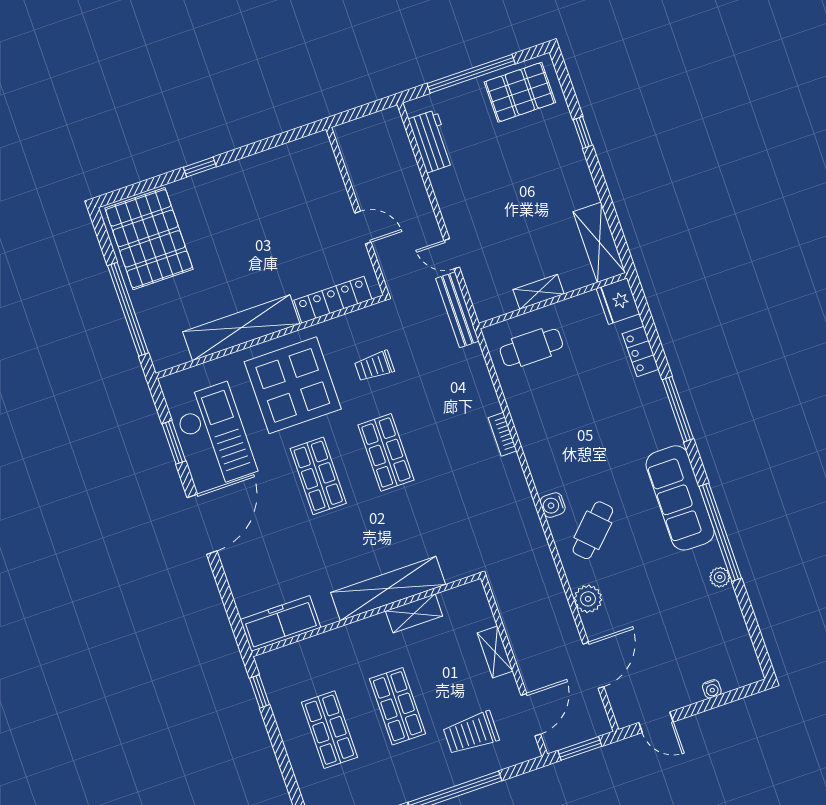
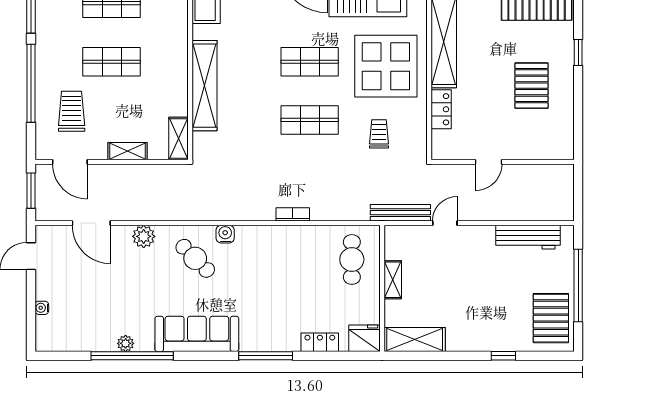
workbench: (431, 141) -> (528, 237), width x1.37
pallet: (257, 208) -> (531, 86), added
locker: (333, 300) -> (441, 109), width x0.66
window: (720, 532) -> (132, 356), moved
shelving: (414, 613) -> (179, 138), moved

